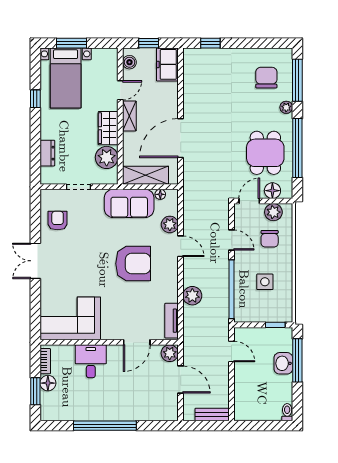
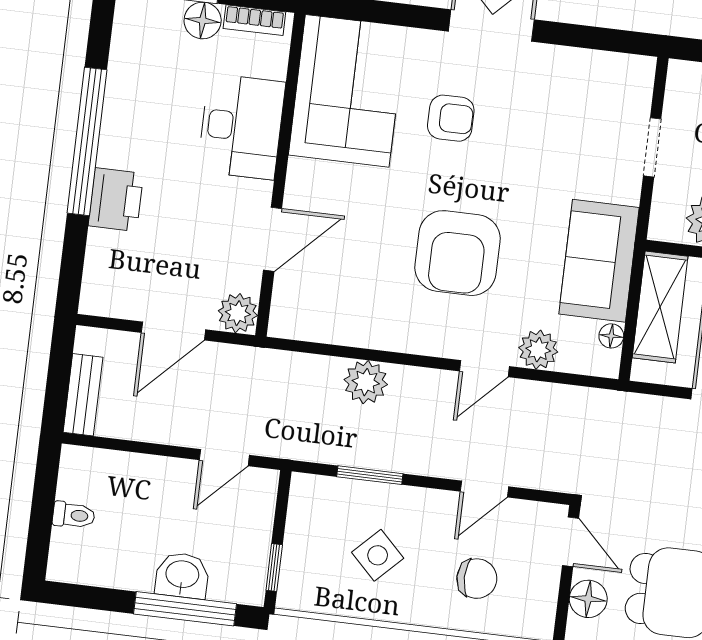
plant: (273, 212) -> (538, 595), removed
armchair: (58, 221) -> (451, 118), moved
chair: (270, 239) -> (477, 579), turned 180
side table: (265, 282) -> (378, 555), turned 45
window: (231, 289) -> (370, 475), width x0.47
tv unit: (172, 321) -> (313, 327), removed
door: (137, 342) -> (273, 239), swing flipped
desk: (91, 361) -> (241, 127), width x1.37
printer: (128, 411) -> (116, 200), added
toilet: (287, 412) -> (74, 515), moved

